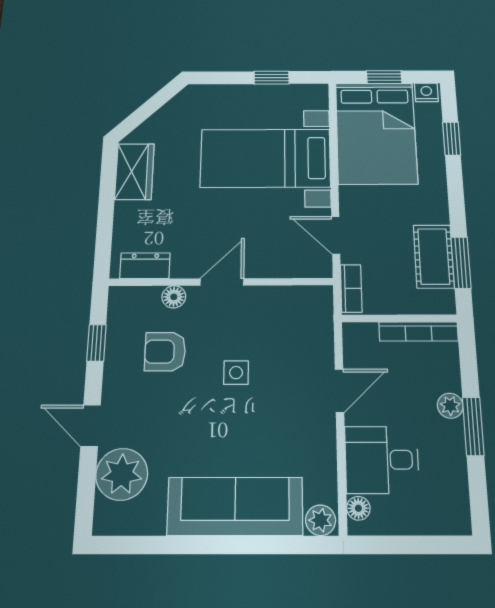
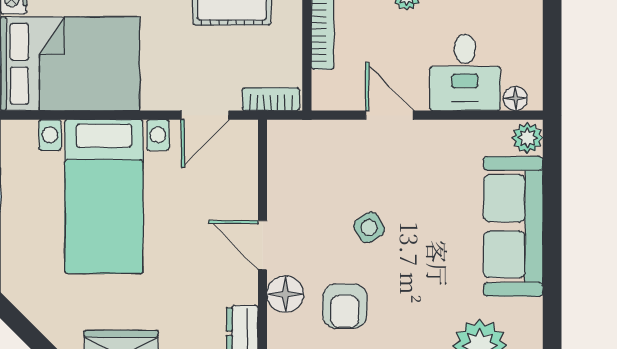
floor lamp: (174, 297) -> (285, 294), width x1.37, depth x1.37
side table: (236, 373) -> (369, 228), turned -32

